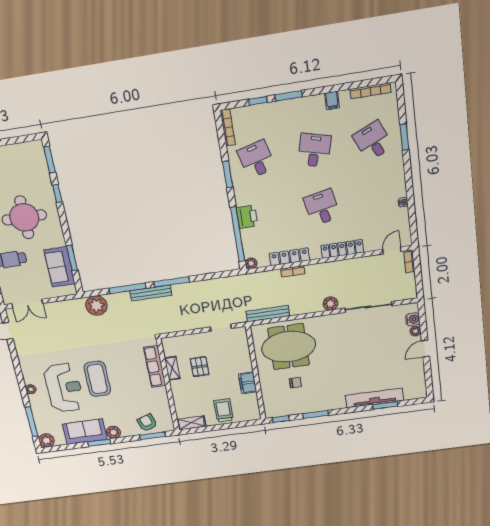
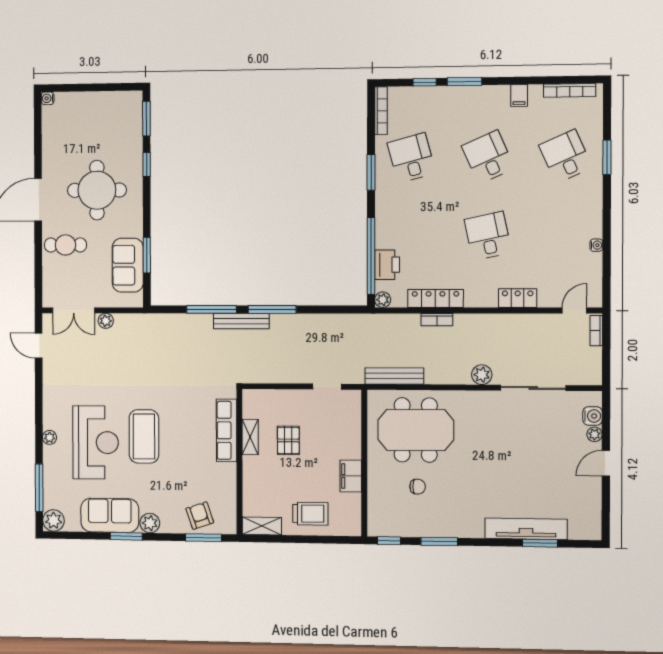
desk: (314, 150) -> (488, 157), turned -39
printer: (247, 217) -> (387, 265), moved
locker: (342, 249) -> (518, 298), width x0.66
plant: (96, 306) -> (106, 321), moved, width x0.53, depth x0.53
trolley: (224, 410) -> (310, 514), turned 90

